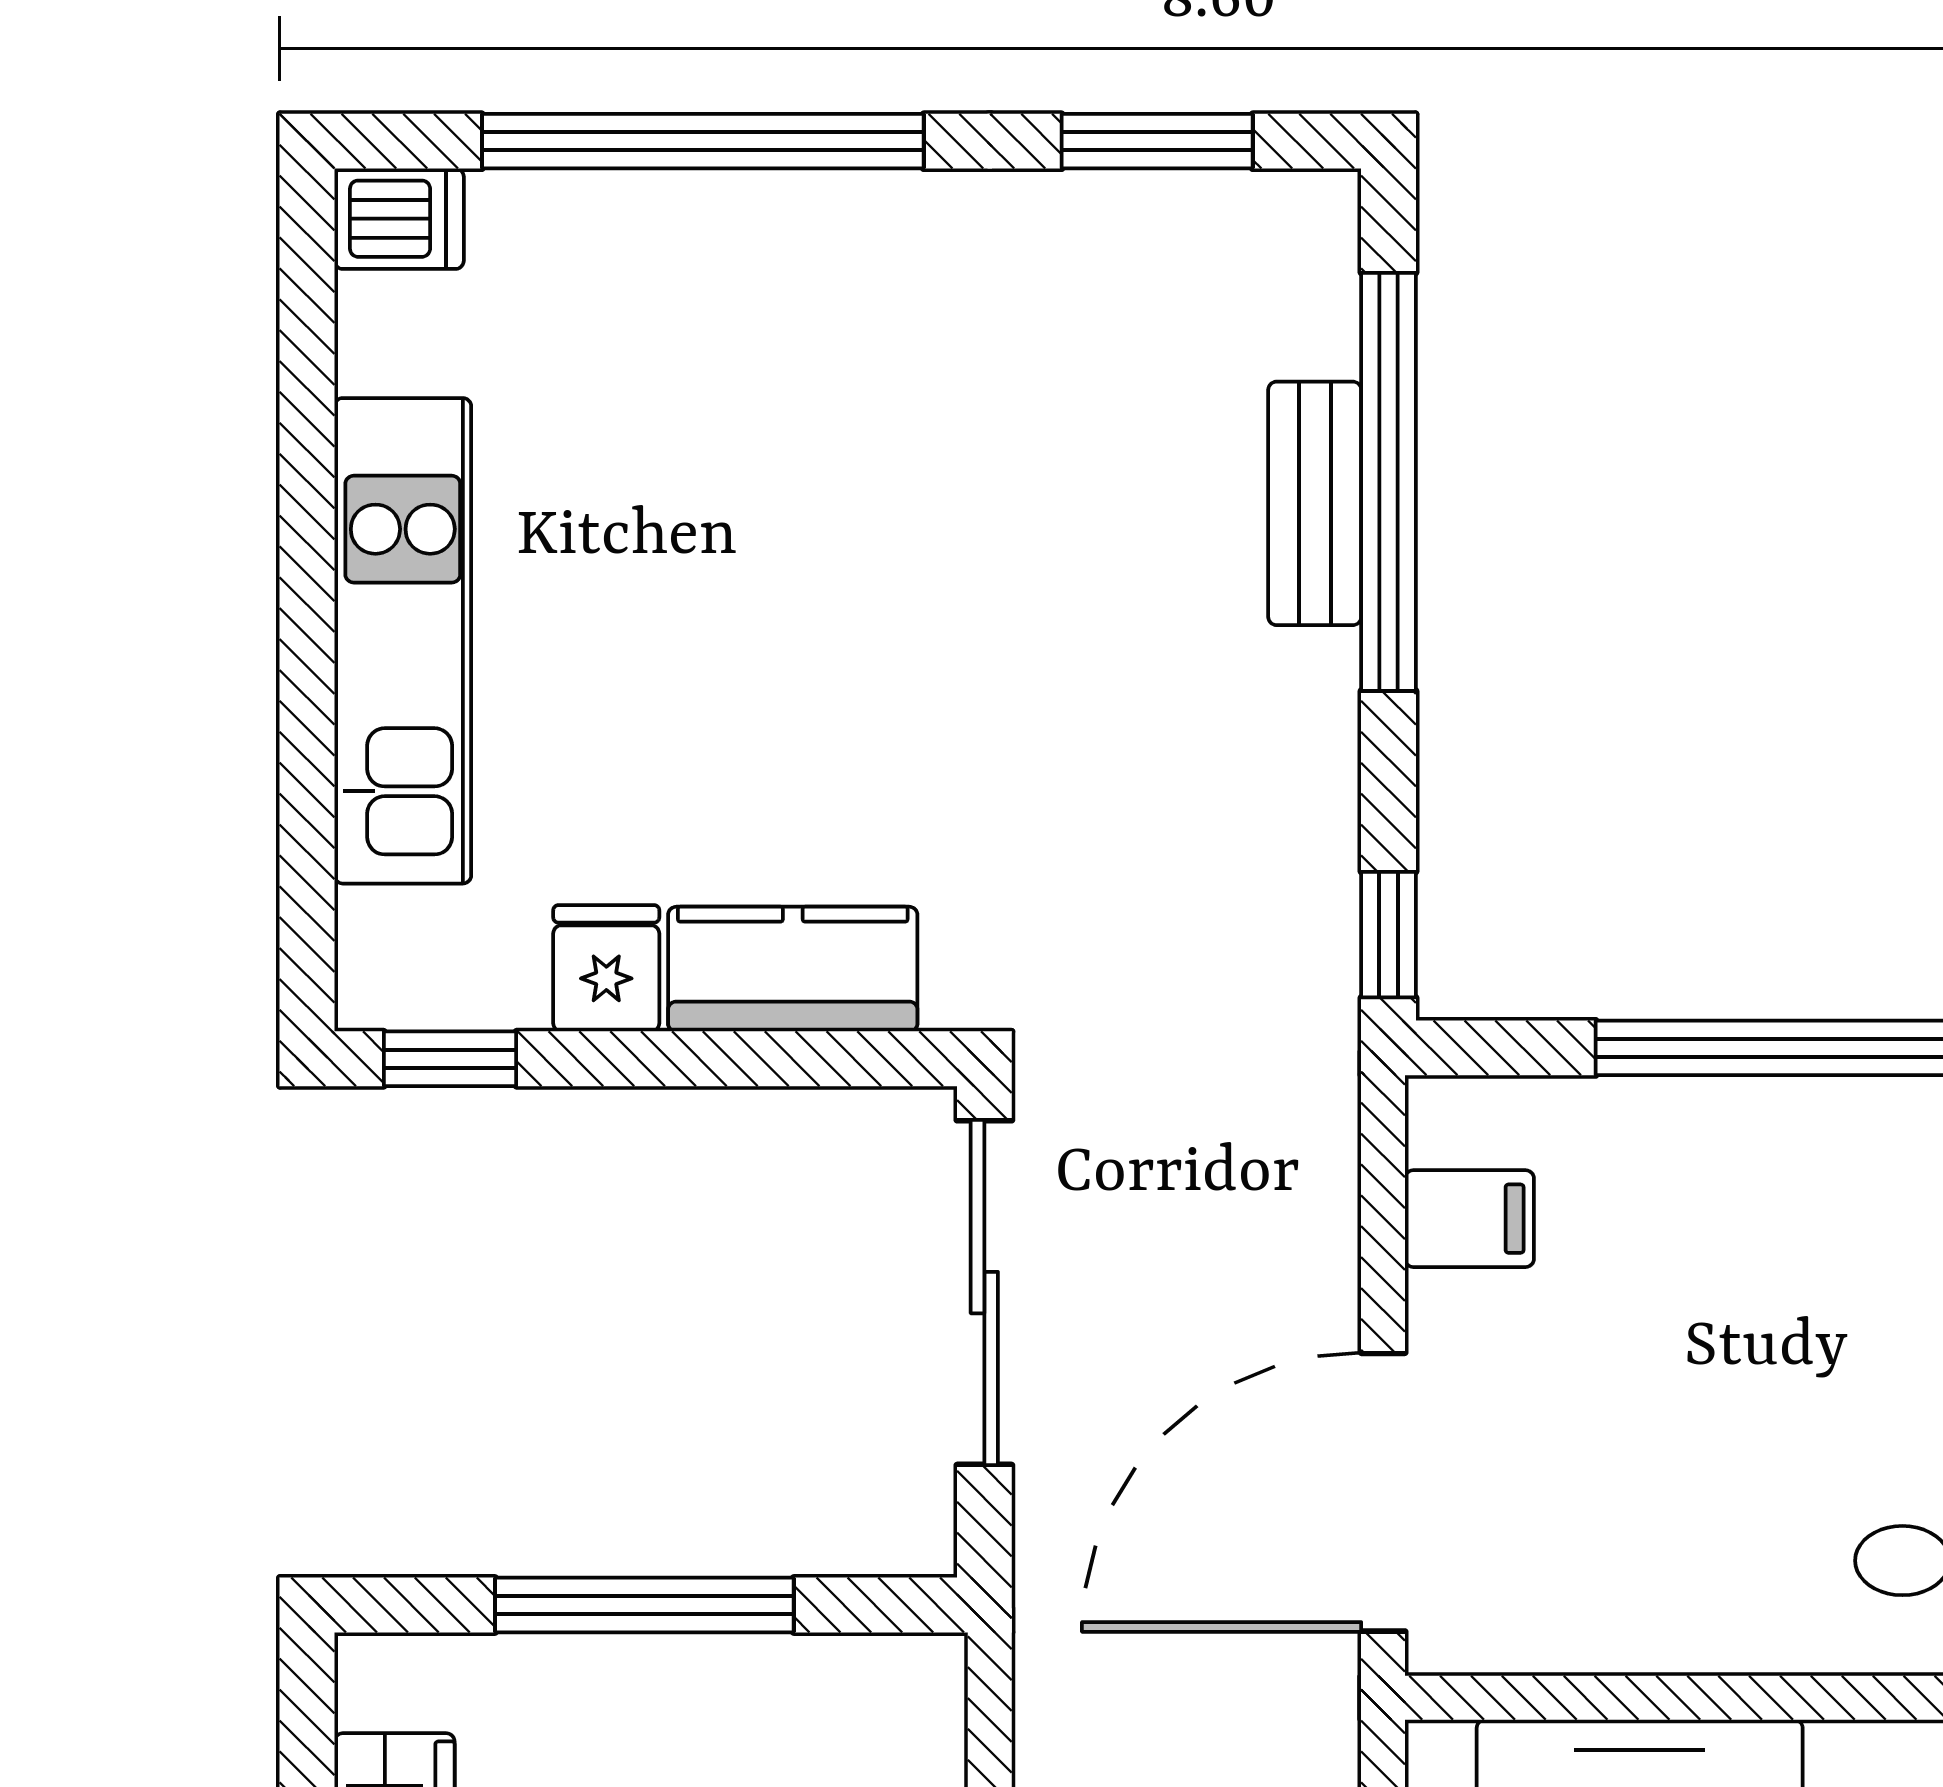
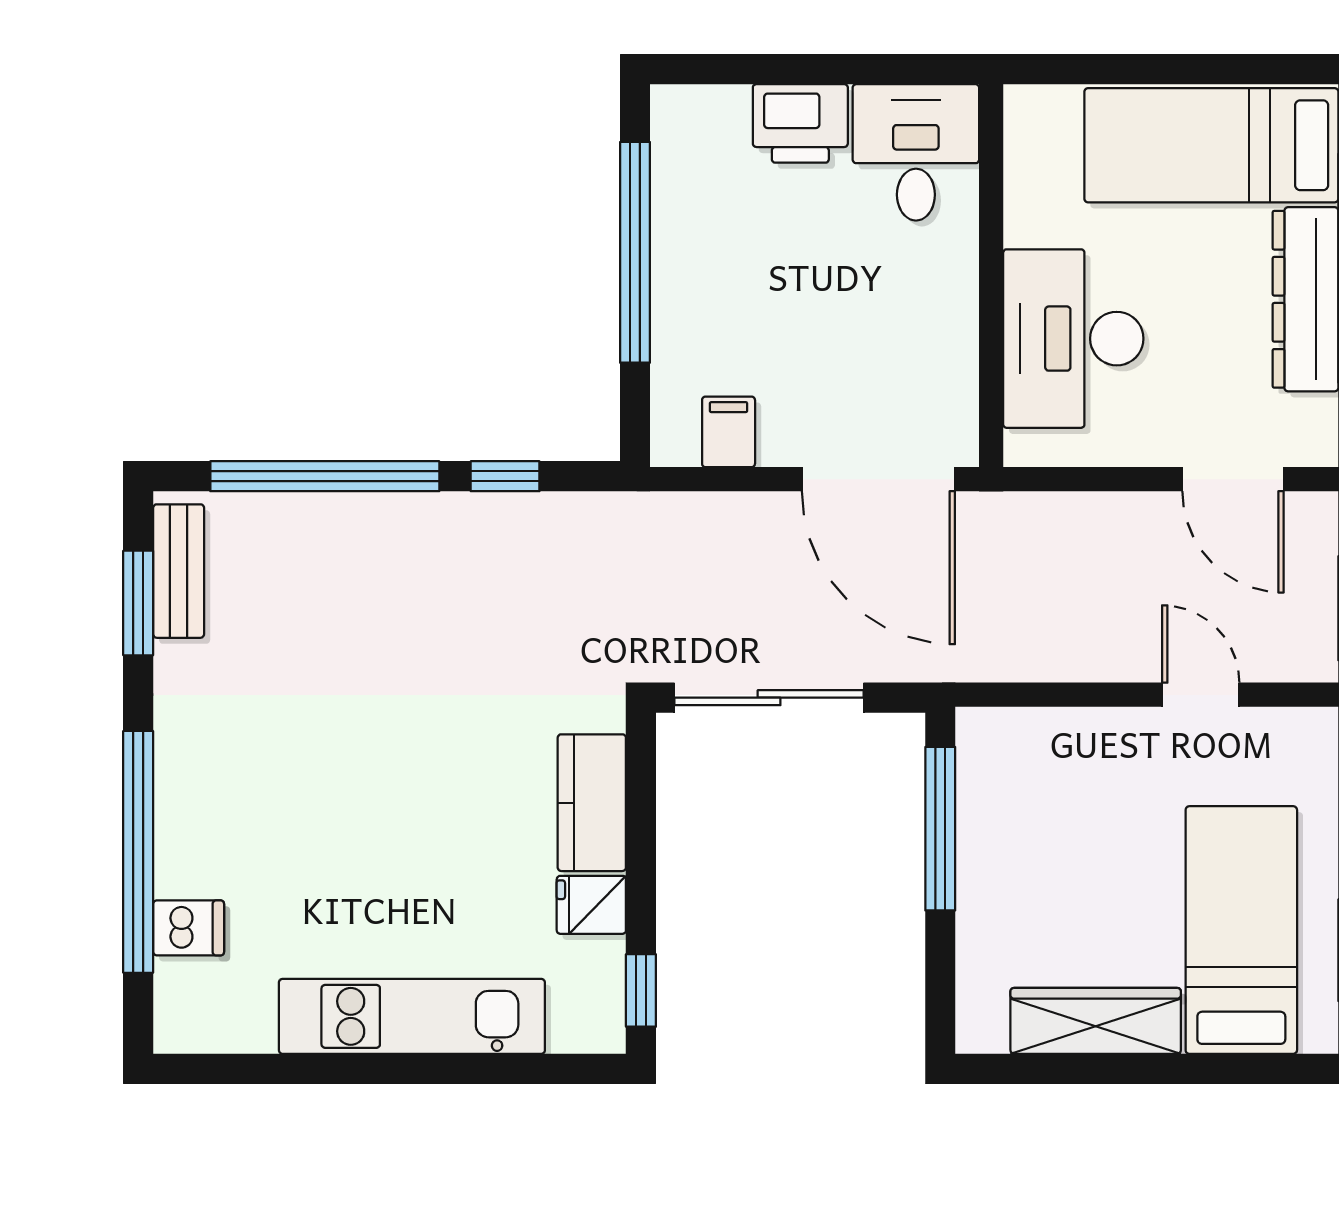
dishwasher: (399, 219) -> (189, 928), moved, turned 90
bench: (1315, 503) -> (179, 571), moved, turned 90
window: (1389, 935) -> (505, 476), moved
window: (644, 1605) -> (940, 829), moved

